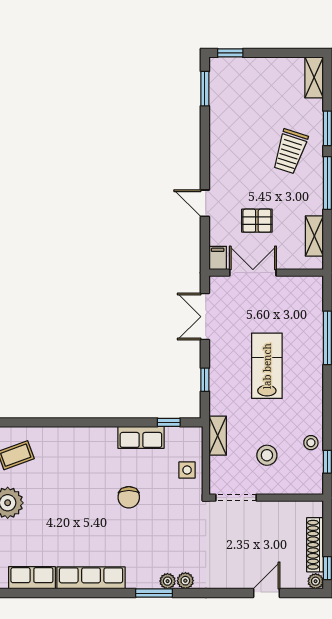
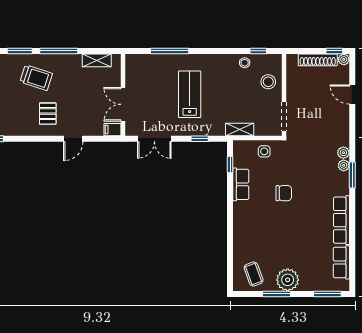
pallet: (257, 221) -> (48, 114), moved
lab bench: (267, 366) -> (190, 94), turned 90
stool: (267, 455) -> (268, 82), moved

